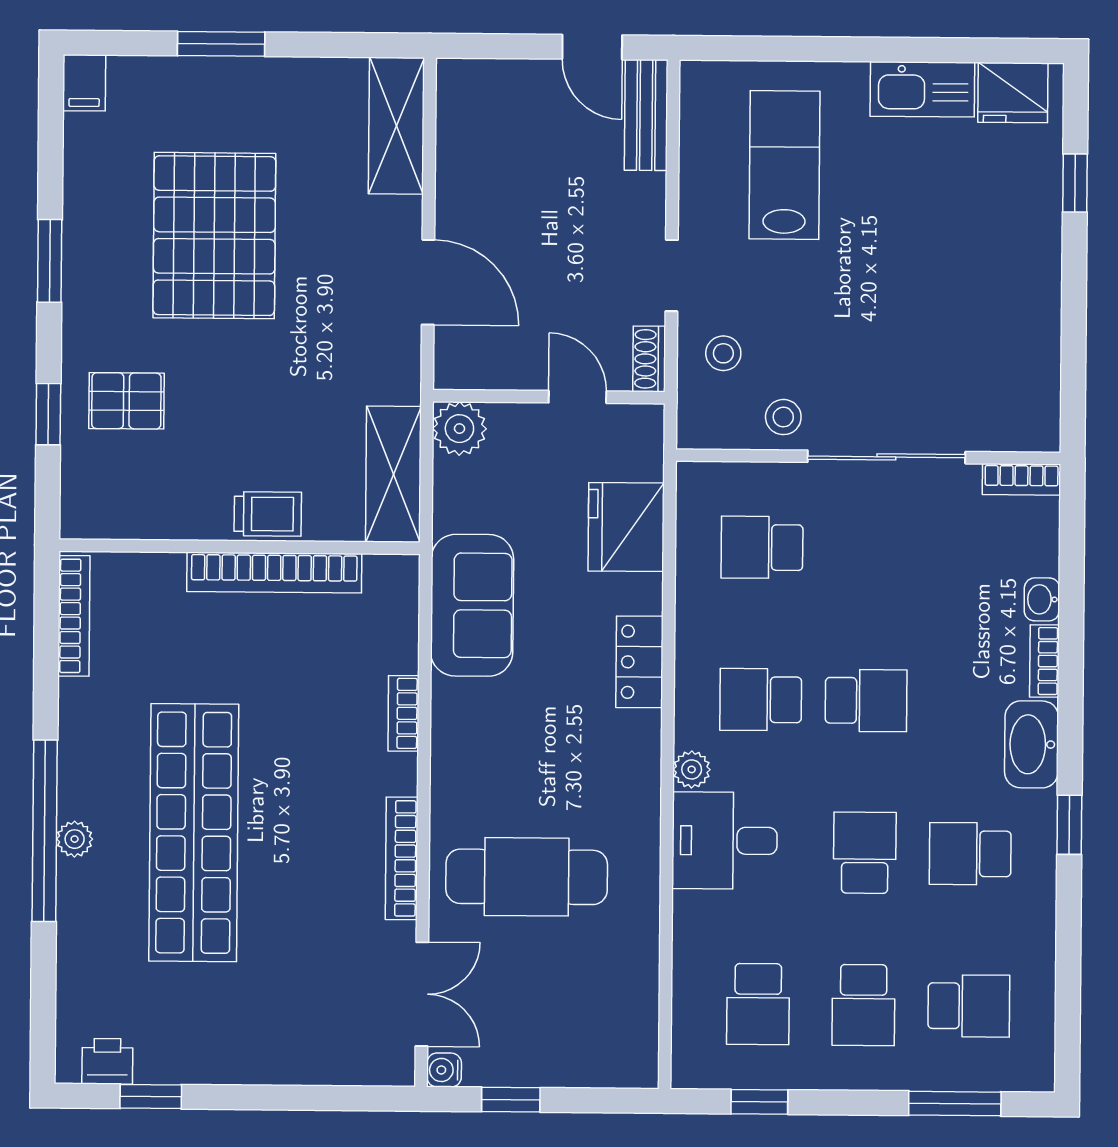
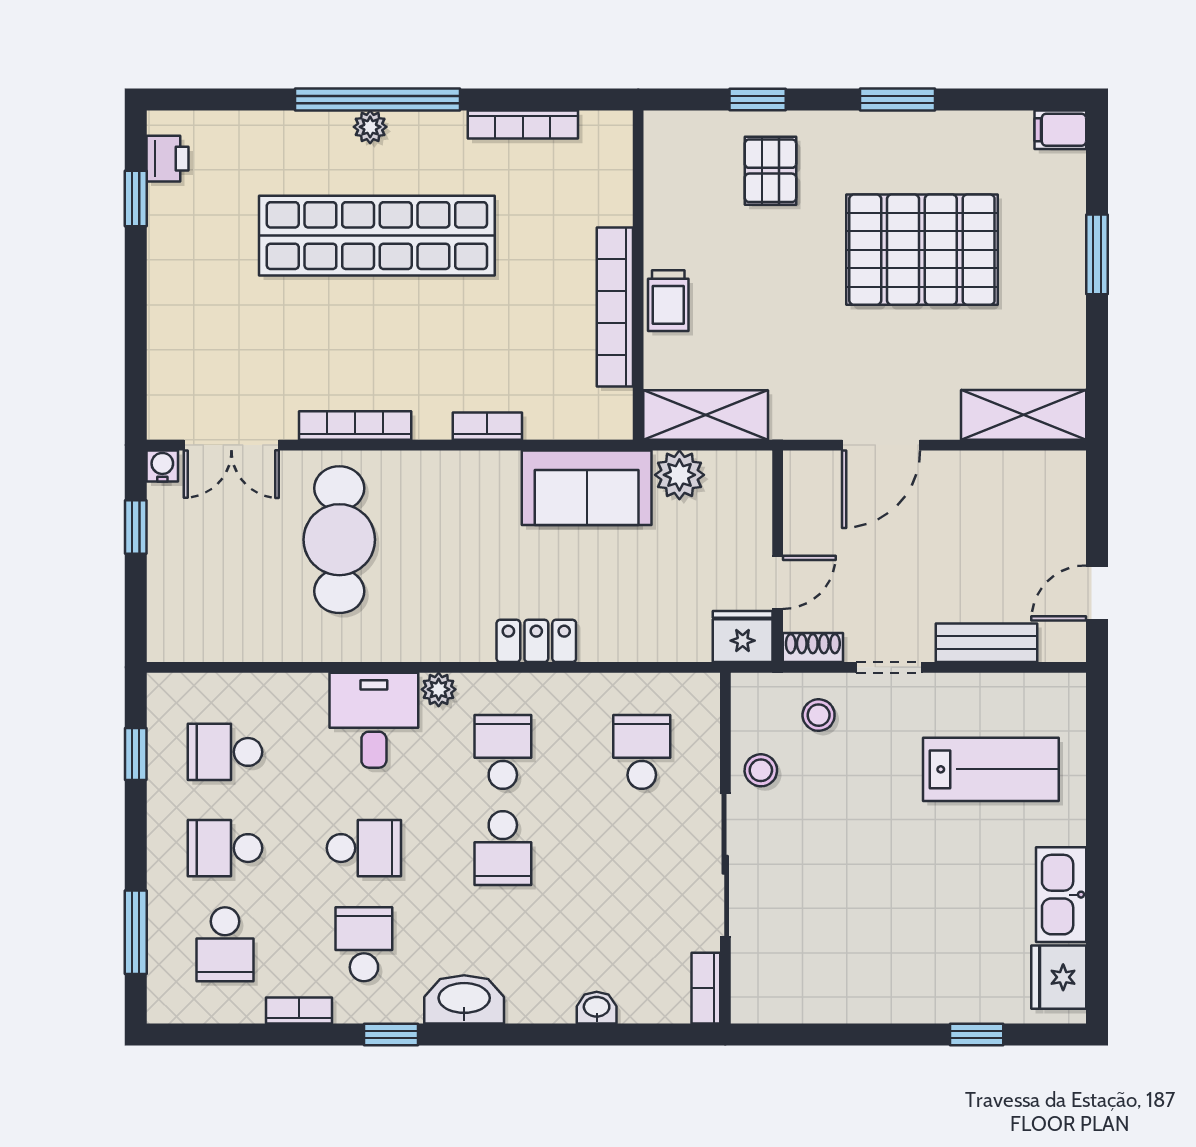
bench: (646, 115) -> (987, 643), moved
plant: (459, 429) -> (679, 475), moved
fridge: (626, 527) -> (743, 636), moved, width x0.73, depth x0.75
bookcase: (74, 616) -> (523, 125), moved
bookcase: (1044, 661) -> (299, 1010), moved

